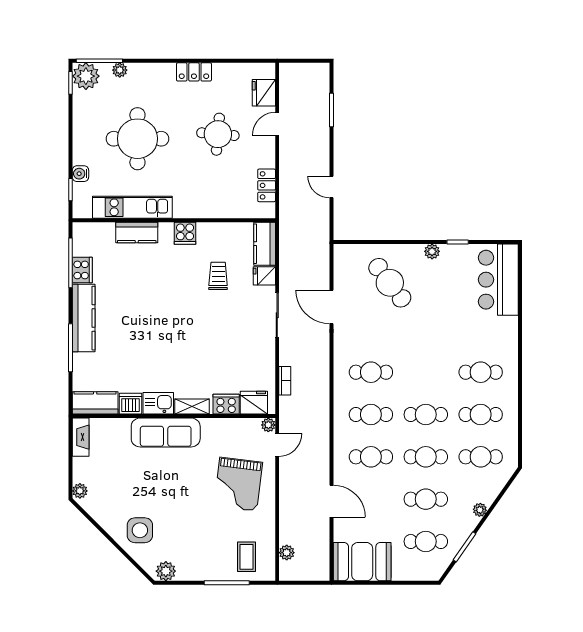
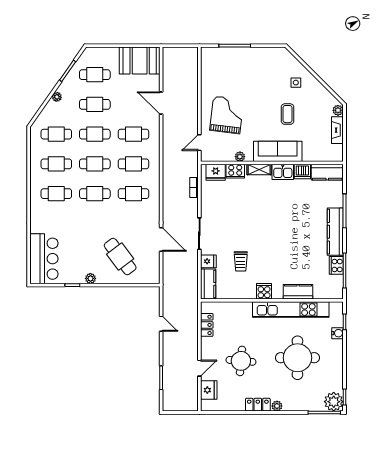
plant: (120, 70) -> (277, 406), moved
kitchen unit: (132, 207) -> (291, 310), width x1.36
cafe table: (426, 372) -> (95, 194), added
plant: (268, 425) -> (240, 157), moved
fireplace: (81, 437) -> (337, 130), moved
side table: (140, 530) -> (296, 83), width x0.54, depth x0.54
plant: (287, 553) -> (193, 67), removed
coffee table: (246, 557) -> (288, 114), moved
plant: (166, 571) -> (278, 54), removed

